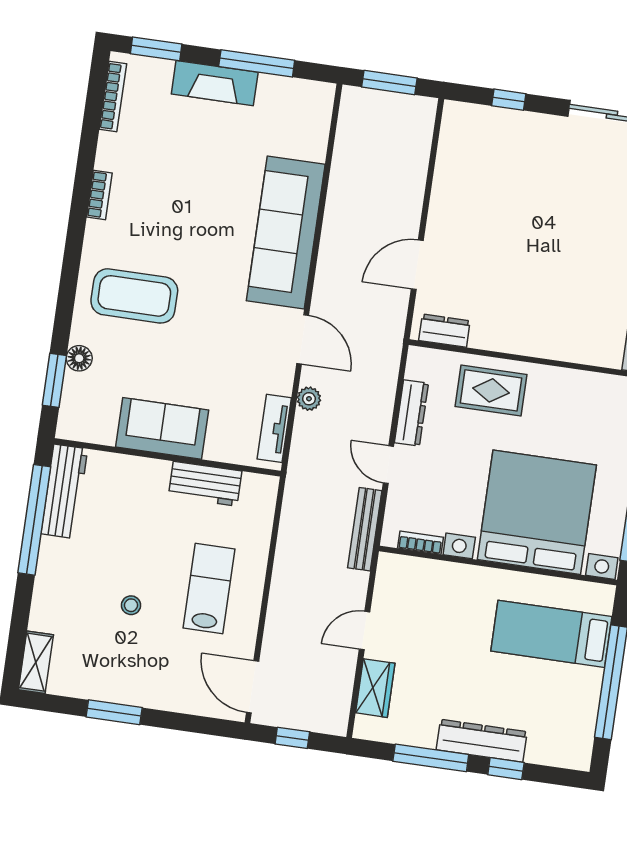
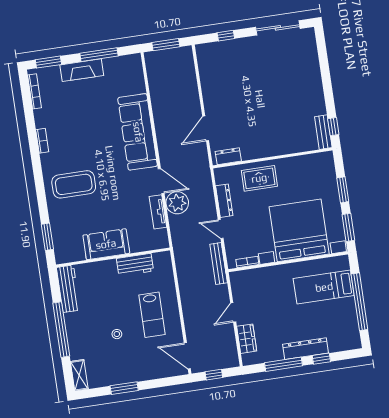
floor lamp: (79, 358) -> (56, 222), removed
plant: (309, 399) -> (177, 203), width x1.87, depth x1.87
tv unit: (274, 428) -> (158, 212), moved
window: (34, 520) -> (61, 330), moved
lab bench: (209, 588) -> (152, 315), turned 180

